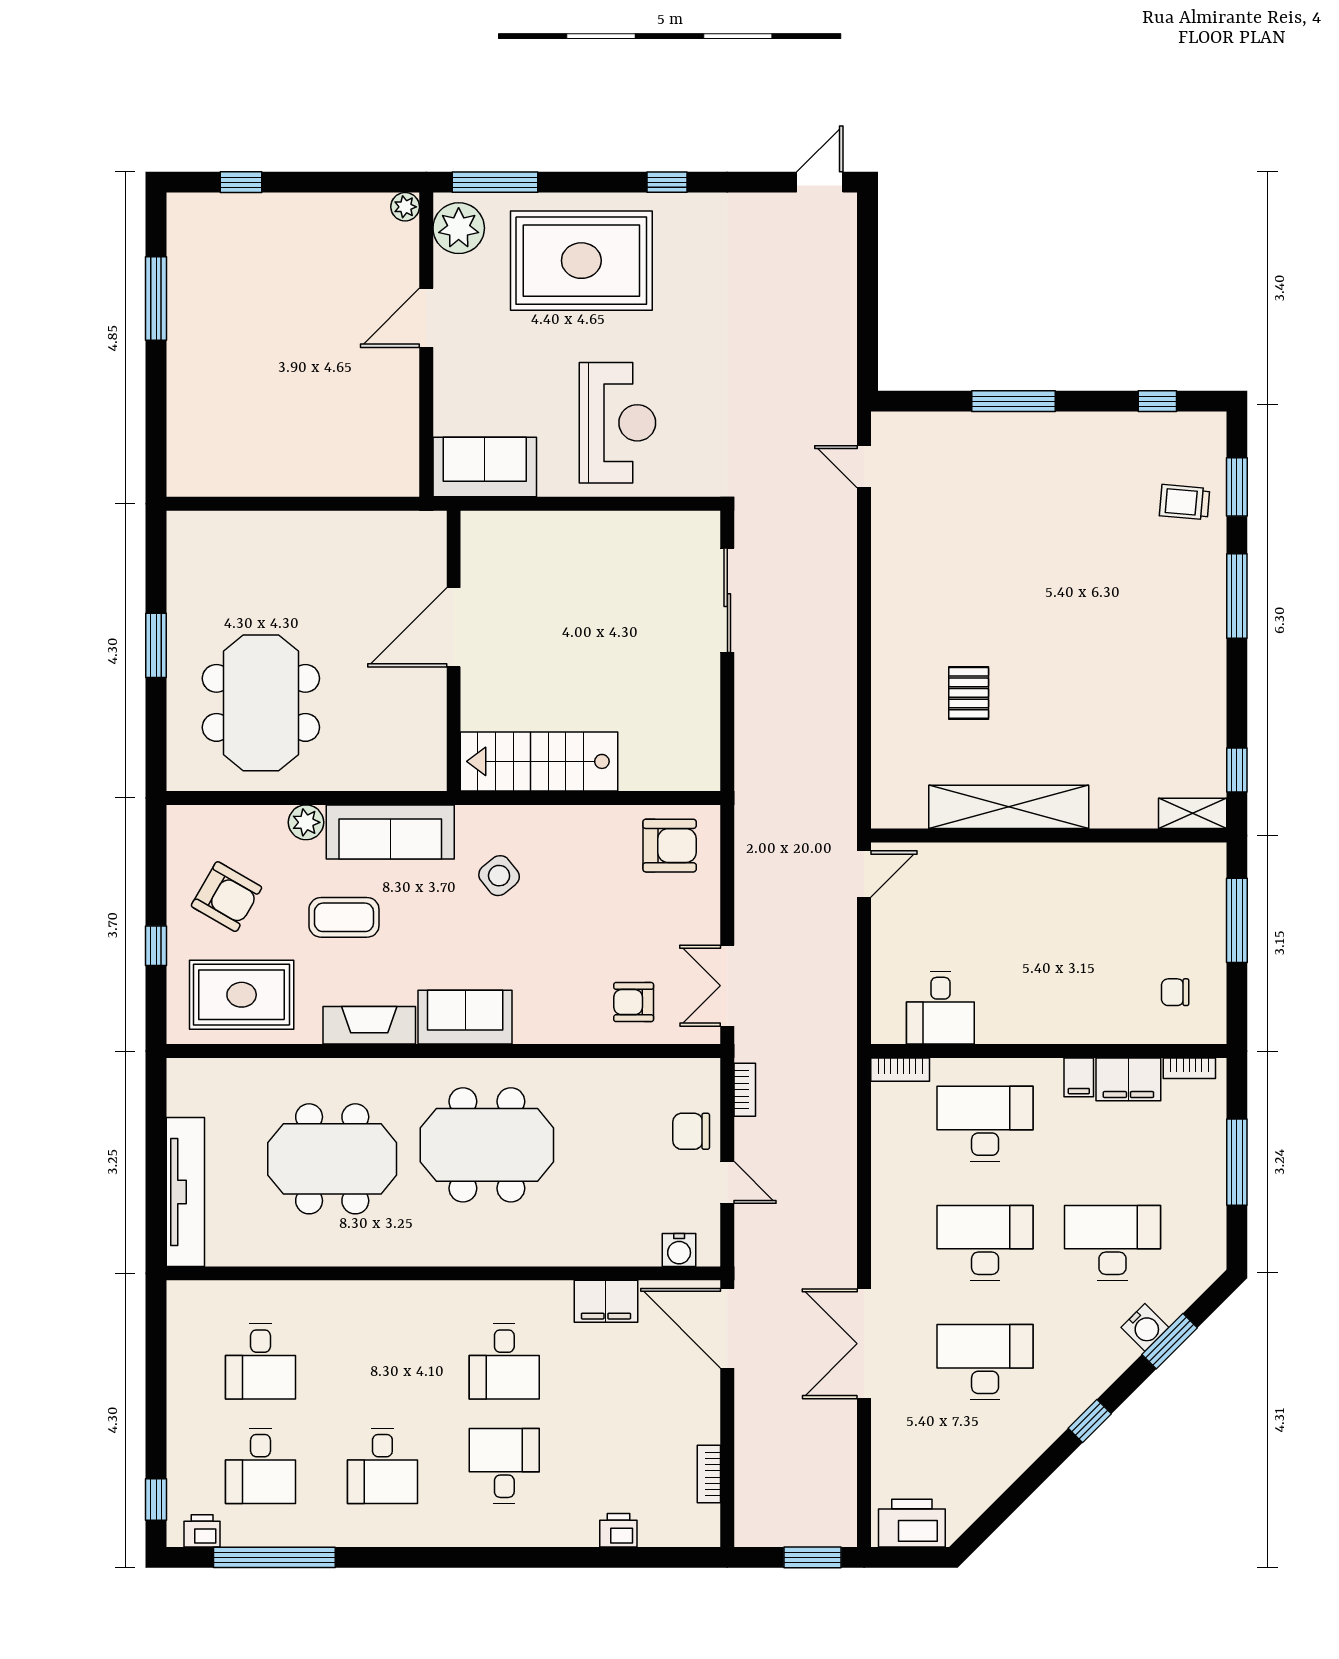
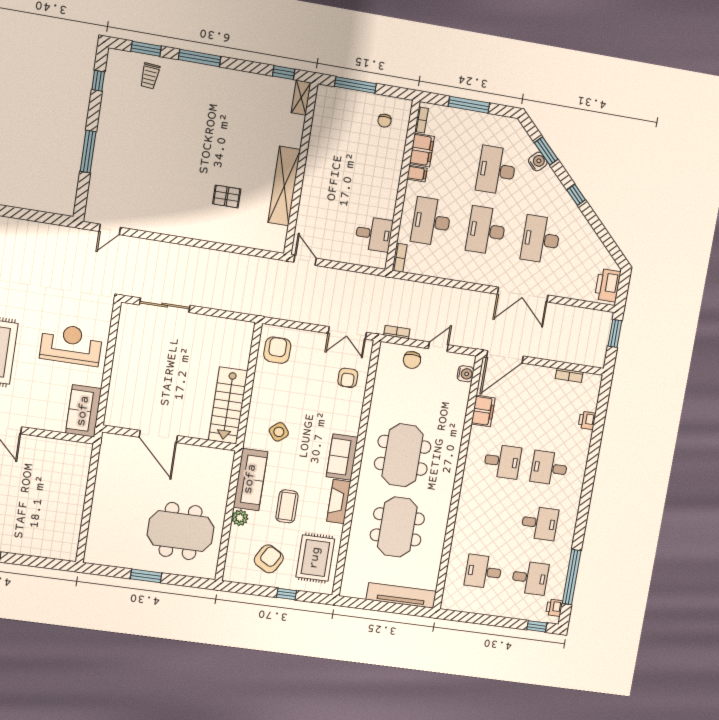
desk: (260, 1361) -> (483, 572), turned 180

